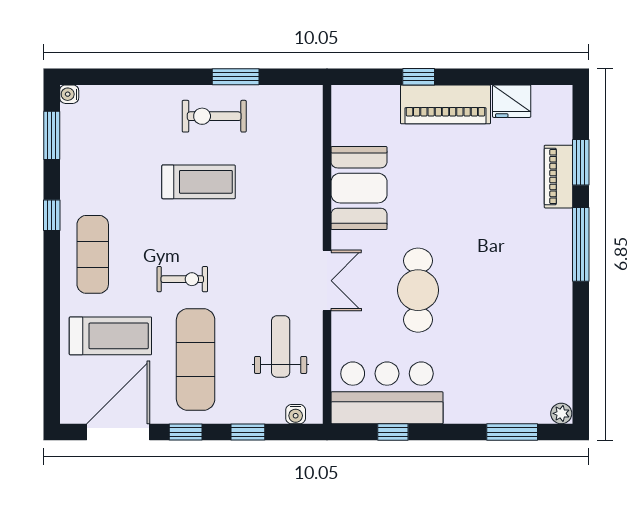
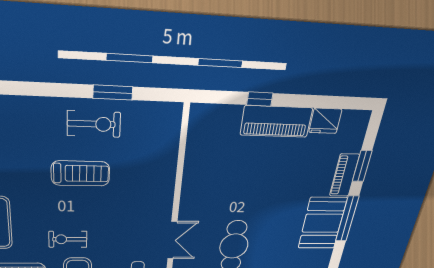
exercise bike: (214, 116) -> (94, 124), turned 180
booth: (359, 188) -> (323, 223), moved
exercise bike: (182, 279) -> (68, 239), turned 180

